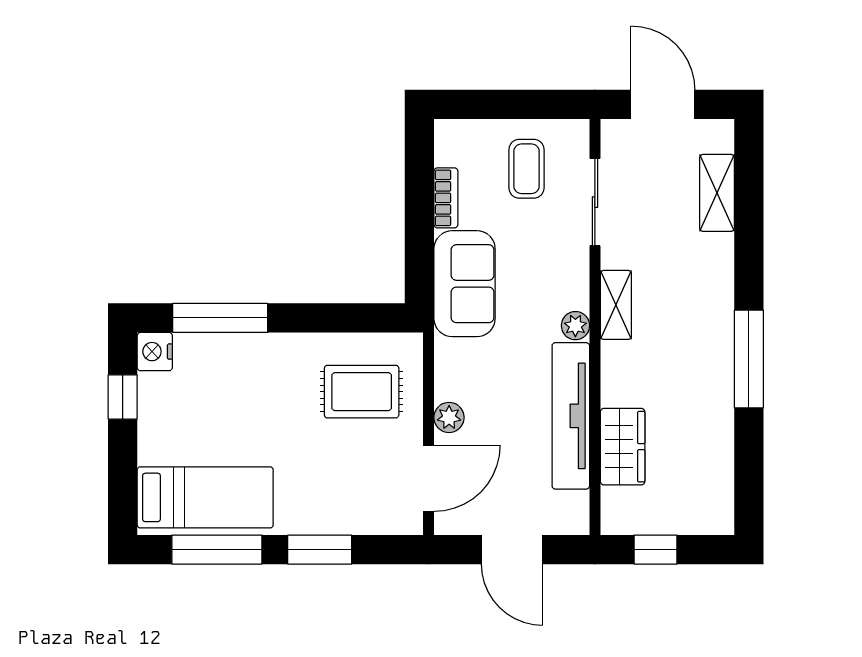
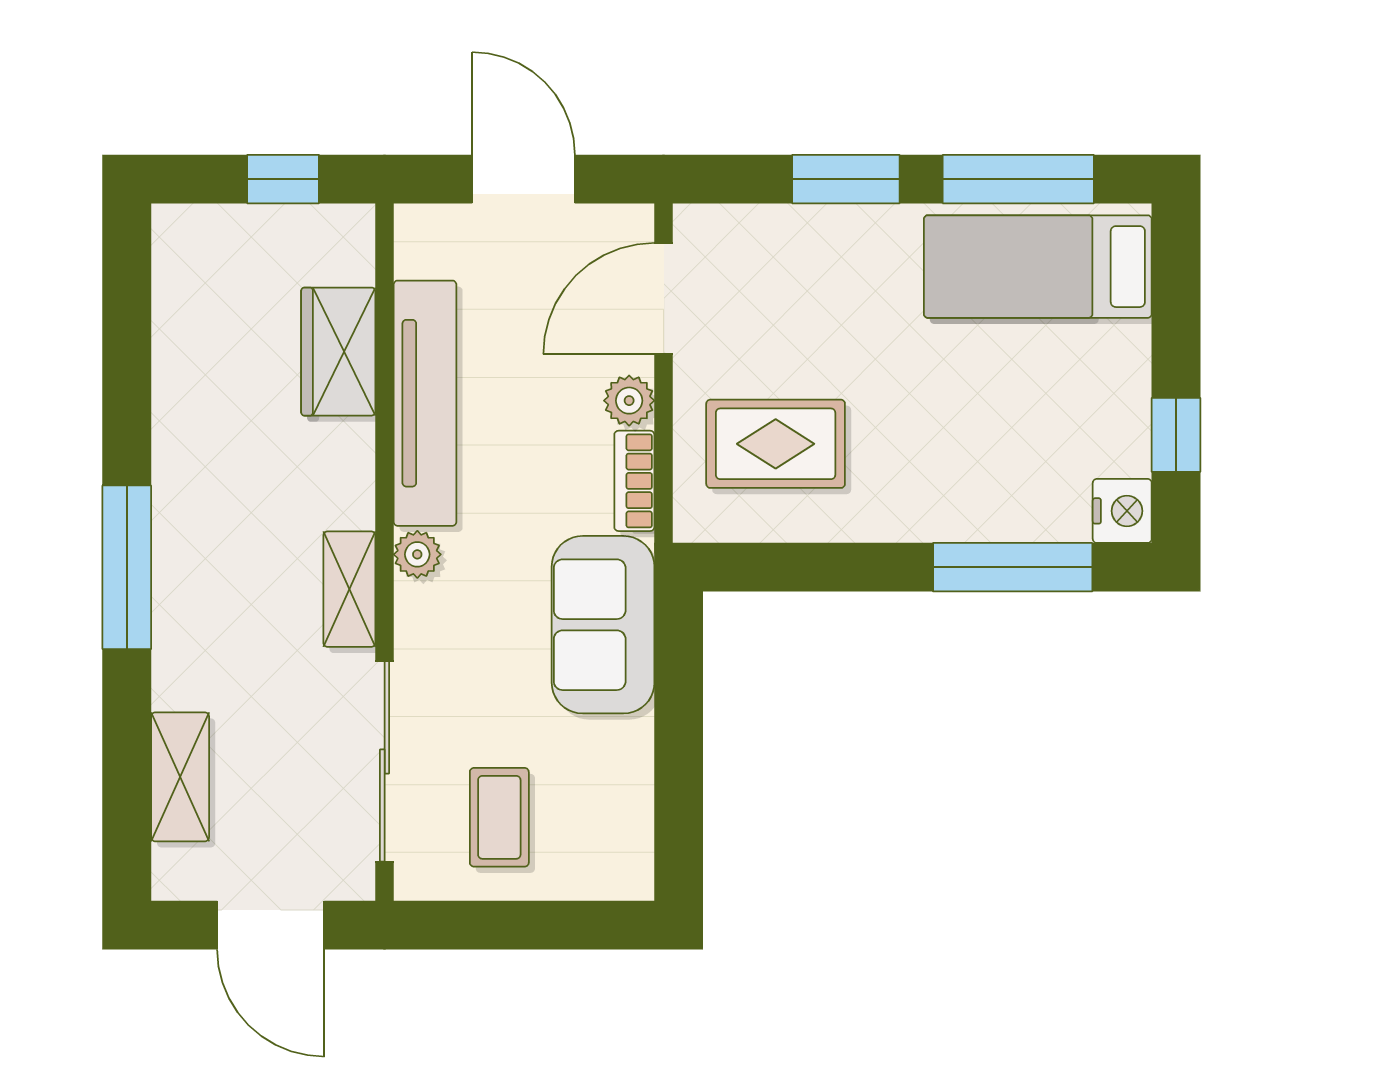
bookcase: (446, 198) -> (634, 481), moved
sliding door: (595, 202) -> (385, 761), width x1.37
window: (749, 359) -> (127, 567), moved

